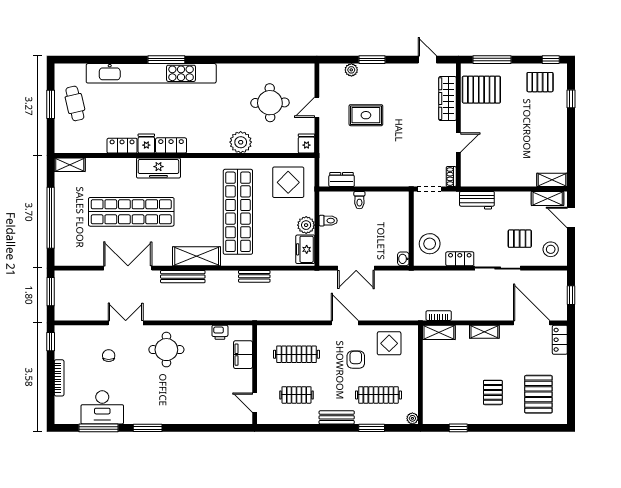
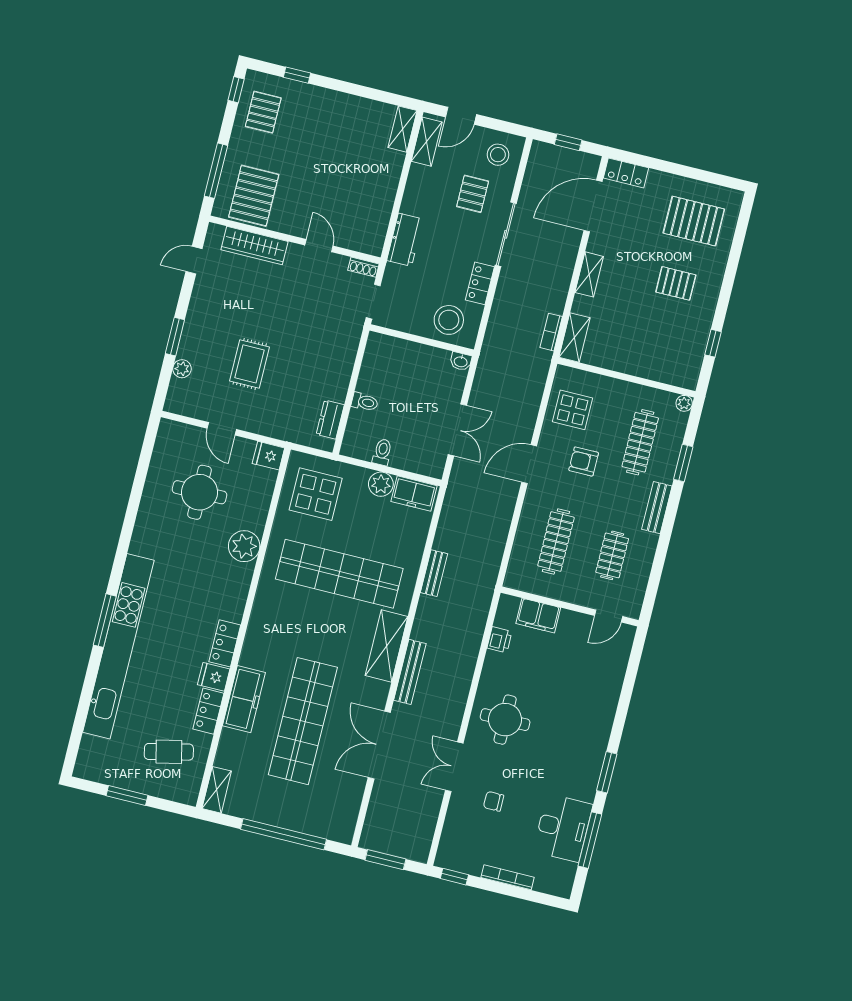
cafe table: (75, 103) -> (169, 752), moved
freezer: (158, 168) -> (244, 699), moved

